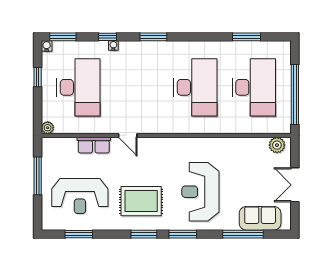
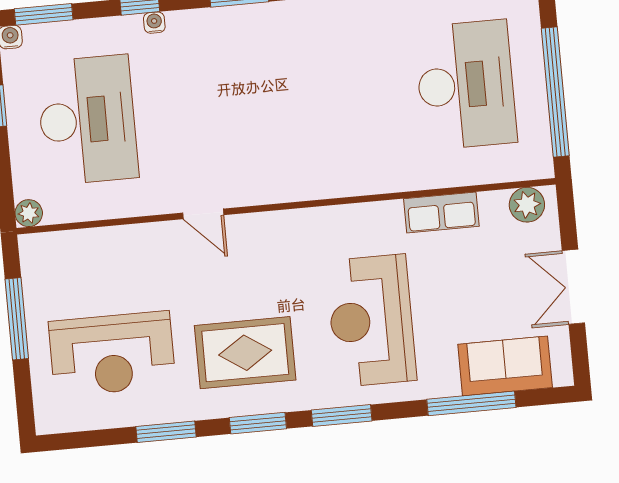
desk: (195, 87) -> (340, 96), removed
row of seats: (94, 145) -> (441, 212), moved
window: (79, 234) -> (166, 432), moved

